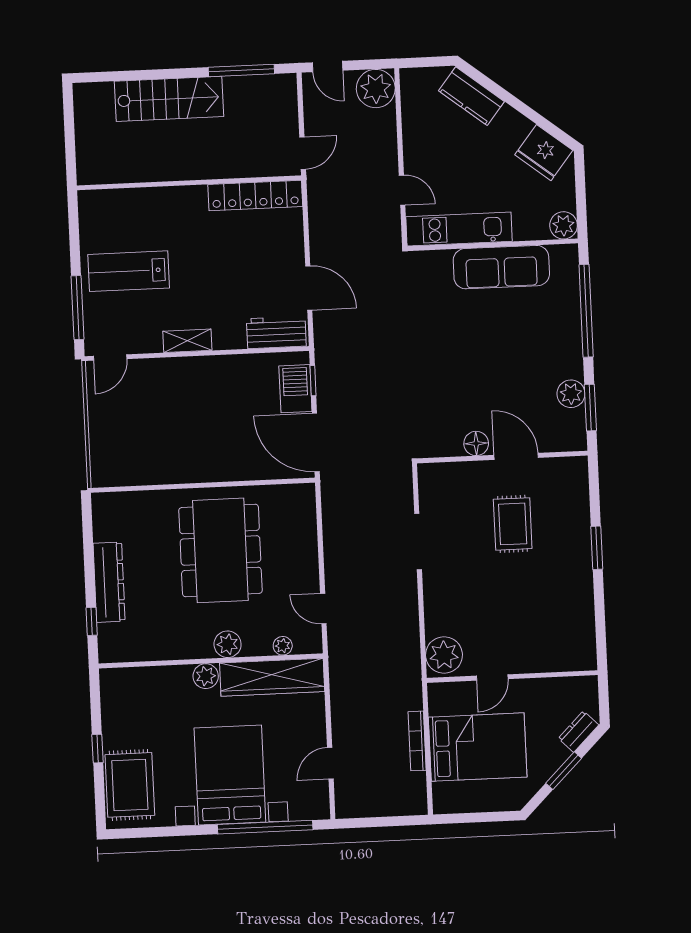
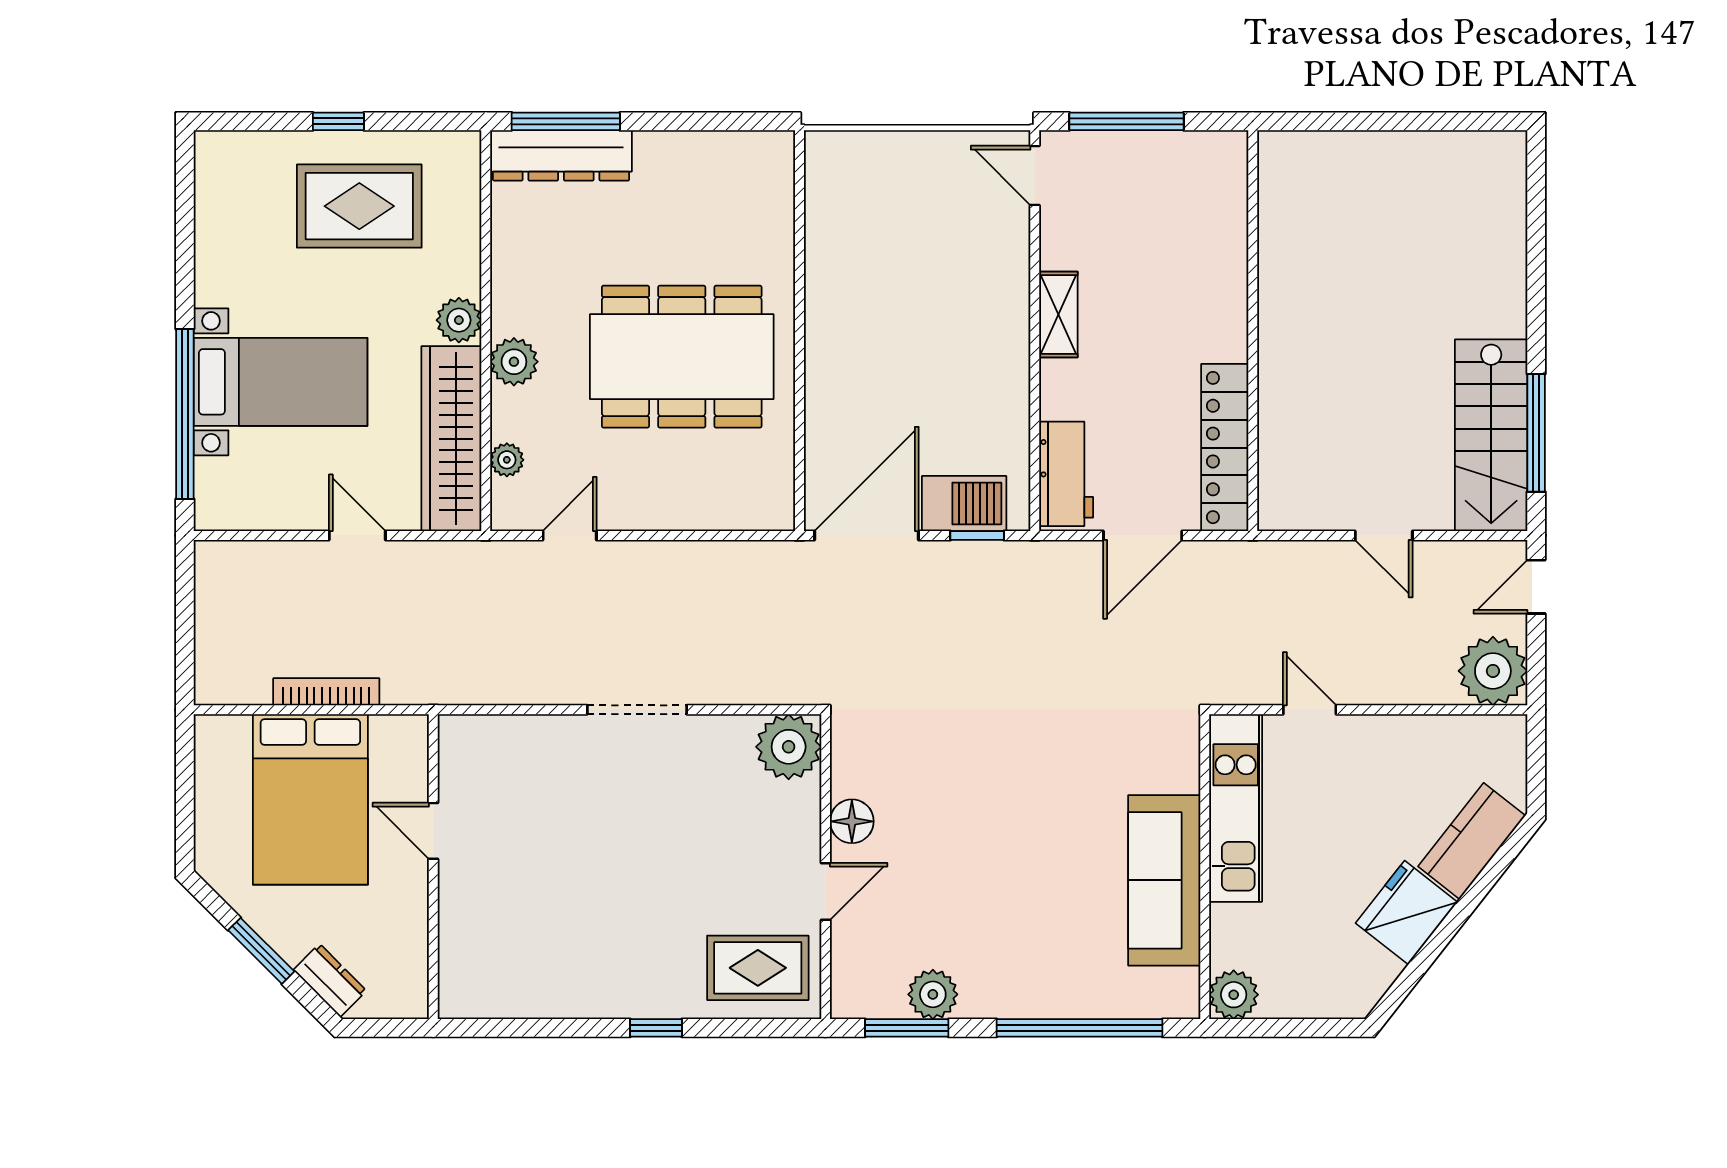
stairs: (169, 99) -> (1491, 435), moved
fridge: (544, 153) -> (1406, 913), moved
wall: (189, 183) -> (1253, 331), moved
door: (402, 190) -> (1310, 710), swing flipped
locker: (255, 195) -> (1225, 448), moved
lab bench: (129, 271) -> (1187, 215), removed
door: (516, 456) -> (826, 891), width x0.73
rug: (513, 524) -> (758, 968), moved
doorway: (418, 542) -> (637, 710), moved
window: (597, 548) -> (656, 1028), width x0.67
dresser: (109, 582) -> (561, 155), moved
window: (92, 621) -> (566, 121), width x2.17
plant: (444, 655) -> (789, 747), moved
door: (330, 763) -> (357, 535), moved
bed with nightstands: (230, 775) -> (281, 382), width x0.73
rug: (130, 785) -> (359, 206), moved

